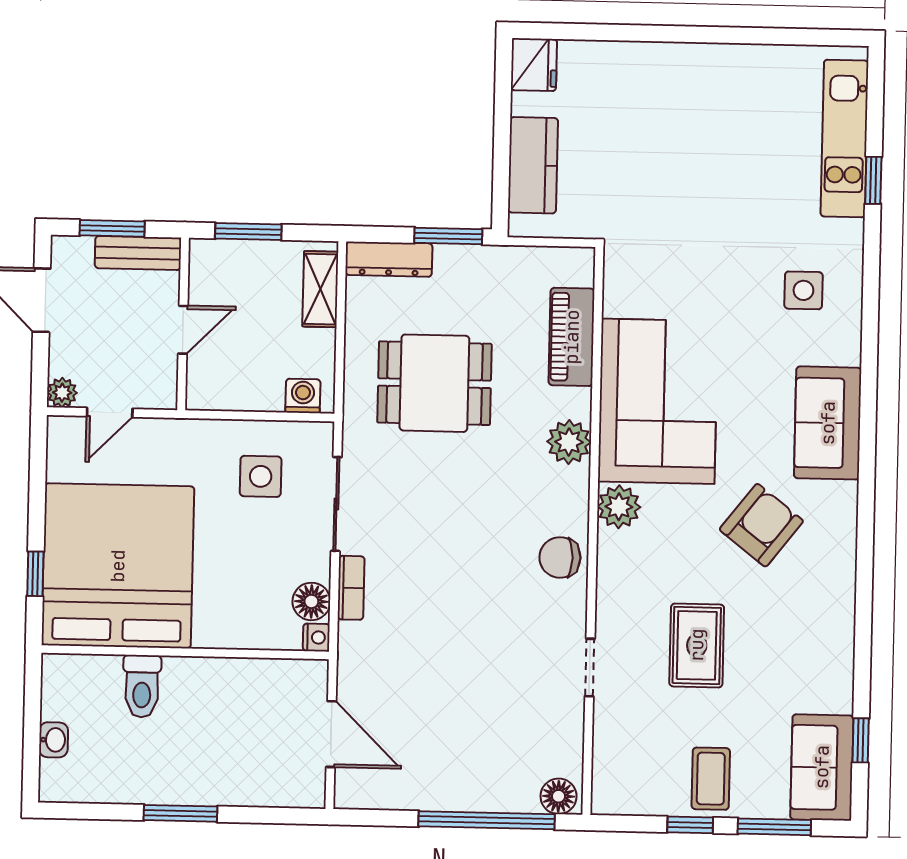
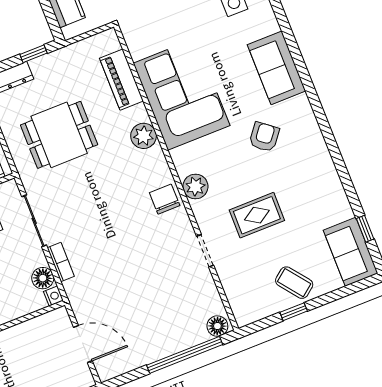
window: (448, 236) -> (33, 54), width x0.67
plant: (619, 507) -> (195, 187), moved
armchair: (761, 525) -> (264, 137), width x0.72, depth x0.72
chair: (560, 557) -> (165, 199), turned 90
rug: (697, 645) -> (257, 215), turned 90
coffee table: (711, 779) -> (294, 283), turned -38
window: (774, 827) -> (339, 294), removed

